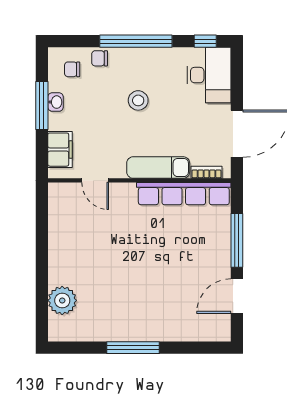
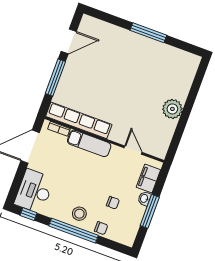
chair: (72, 69) -> (113, 203), moved
stool: (138, 100) -> (79, 214), moved
washbasin: (56, 102) -> (144, 199), moved
plant: (62, 300) -> (172, 109), moved

